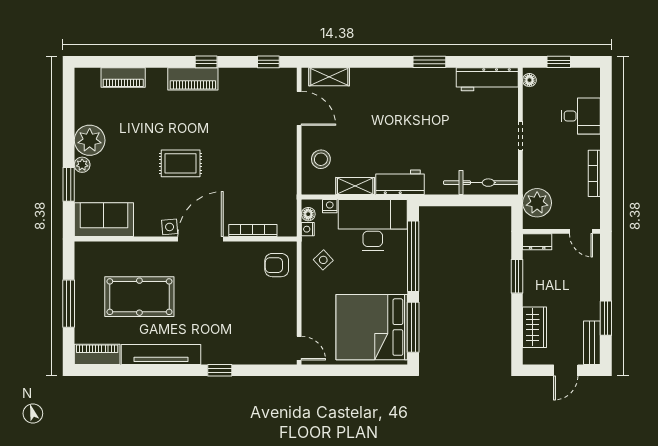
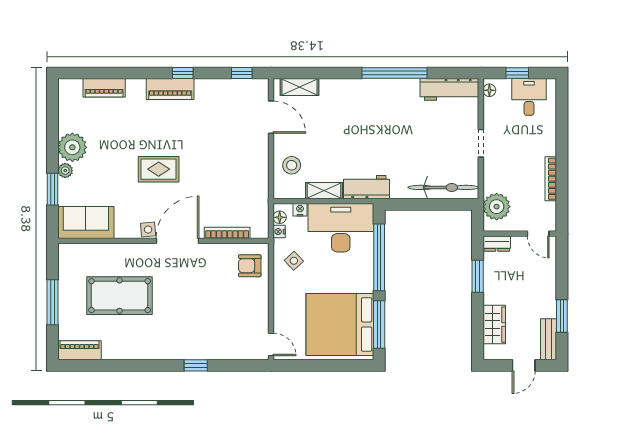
window: (429, 62) -> (394, 73), width x2.11
desk: (581, 116) -> (529, 97), moved, turned -90
tv unit: (161, 354) -> (140, 350), removed

